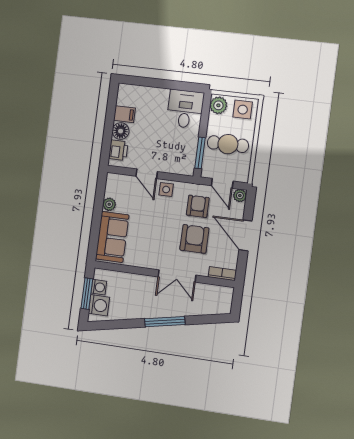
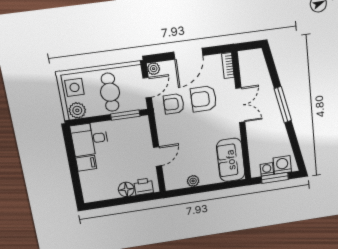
filing cabinet: (124, 114) -> (86, 163), moved, turned 90
side table: (166, 190) -> (167, 136), removed
sofa: (112, 237) -> (231, 160), moved, turned -90

